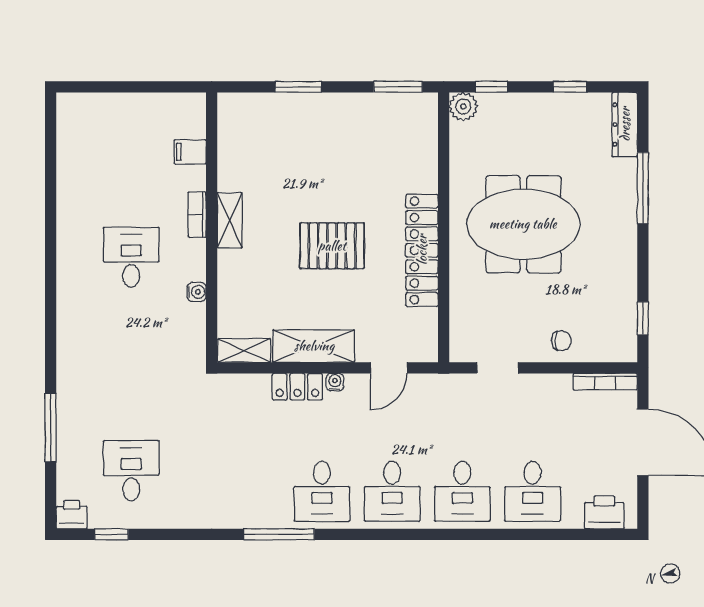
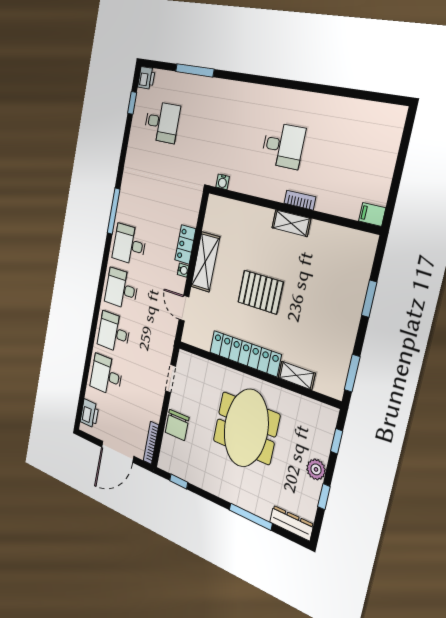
plant: (463, 107) -> (316, 469), moved
filing cabinet: (190, 152) -> (372, 214), moved, turned -90
pallet: (332, 246) -> (260, 292), turned 90
water cooler: (197, 292) -> (223, 182), moved
chair: (561, 341) -> (177, 425), width x1.87, depth x1.87
shelving: (244, 350) -> (297, 375), moved, turned 90

